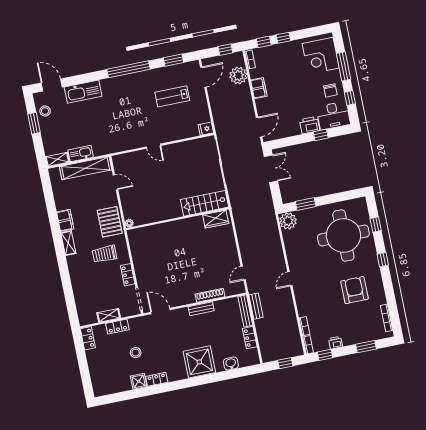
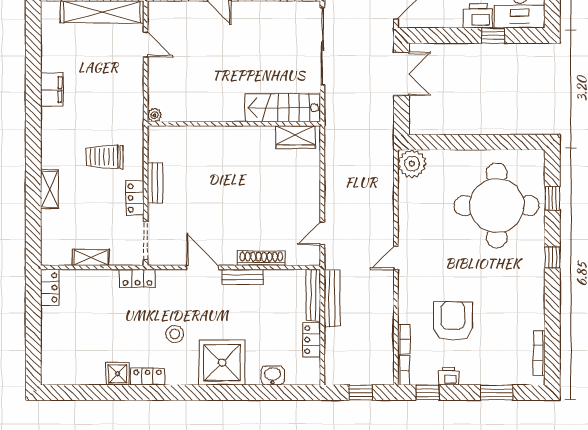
window: (306, 204) -> (446, 142), removed
pallet: (110, 222) -> (123, 107), removed
shelving: (68, 243) -> (49, 189), moved
bench: (138, 263) -> (155, 183), added
armchair: (355, 290) -> (453, 321), moved
bench: (256, 306) -> (332, 298), width x1.36
door: (160, 311) -> (202, 267), moved
locker: (117, 327) -> (137, 278), moved
stool: (136, 353) -> (175, 334), moved

